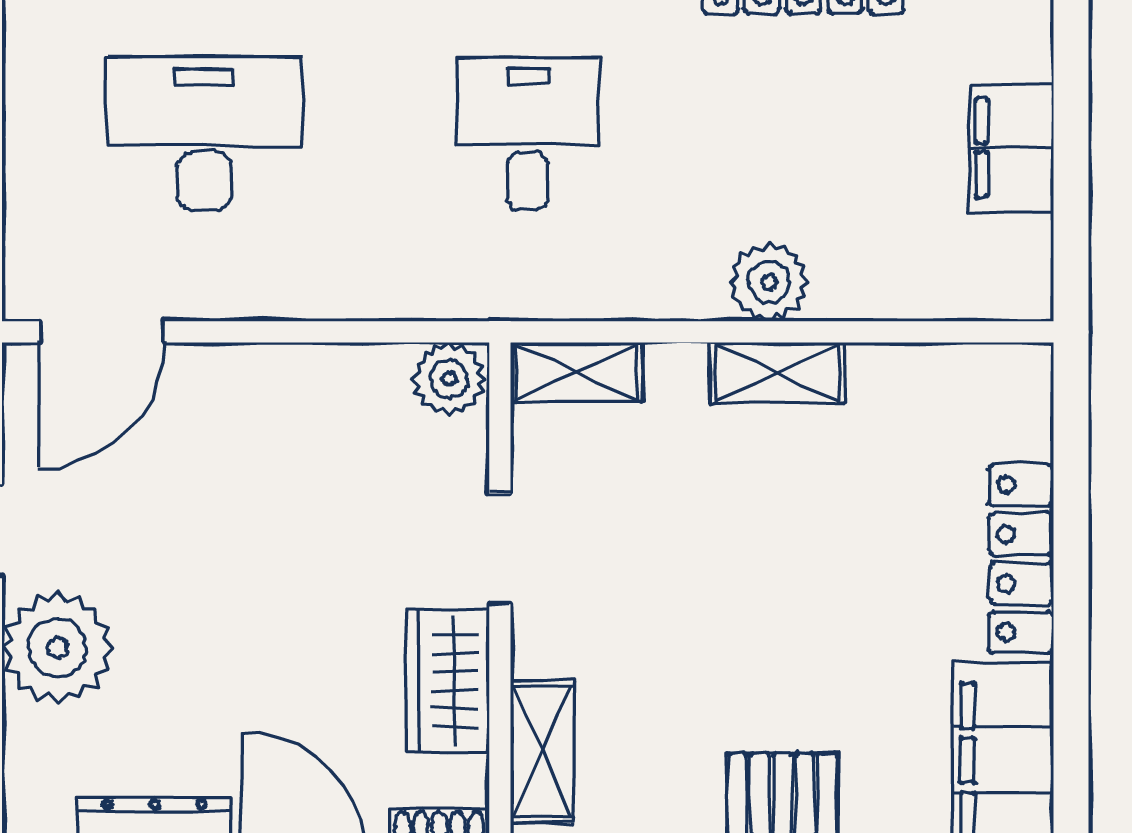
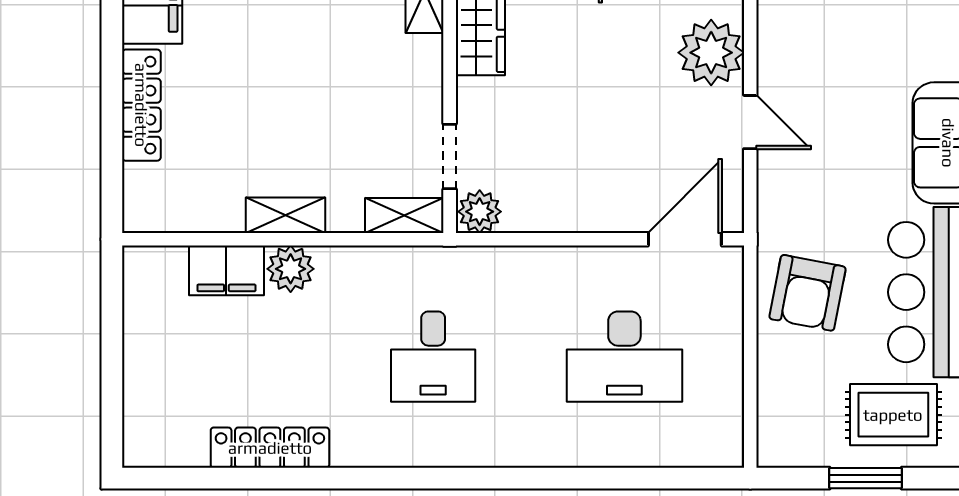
filing cabinet: (1011, 148) -> (226, 270), moved, turned 90
doorway: (500, 549) -> (450, 156), moved

